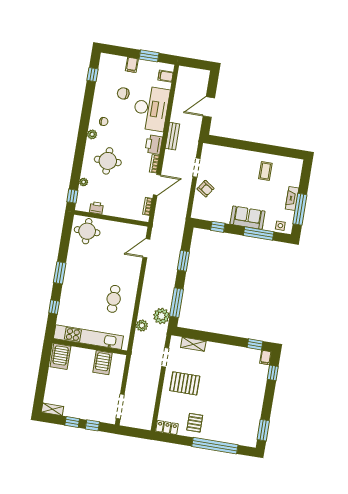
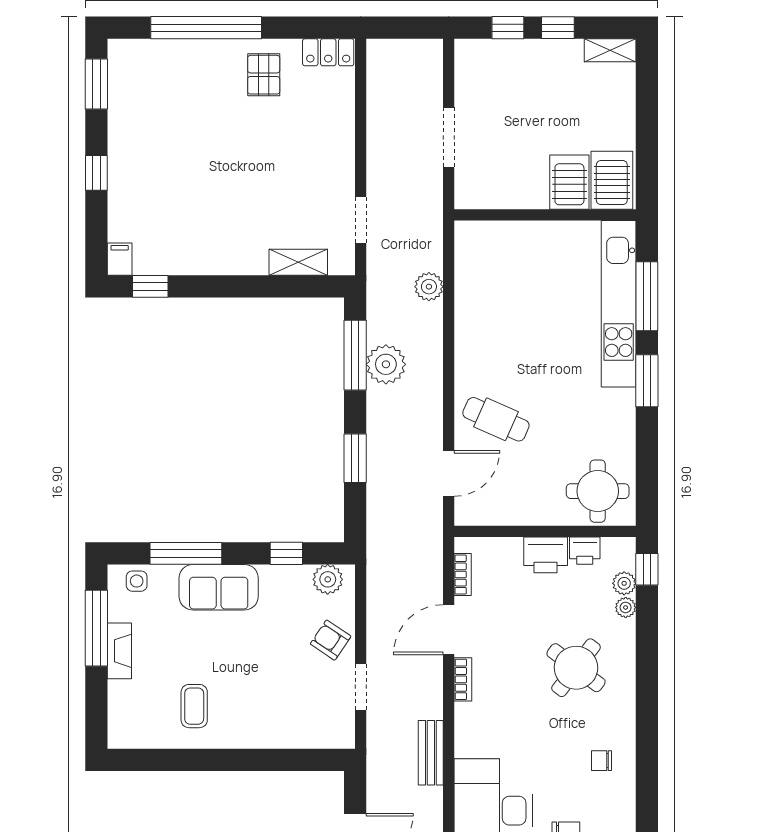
plant: (92, 134) -> (624, 583), moved
printer: (154, 145) -> (546, 555), moved, turned 90
round table: (108, 161) -> (576, 668), turned 37
plant: (203, 213) -> (328, 579), added
cafe table: (114, 299) -> (496, 419), moved, turned -66
window: (54, 307) -> (647, 296), width x2.17
plant: (161, 316) -> (386, 364), moved
kitchen unit: (88, 337) -> (619, 304), moved, turned 90
server rack: (103, 363) -> (569, 182), moved
window: (273, 373) -> (96, 173), moved
pallet: (185, 383) -> (303, 165), removed
doorway: (120, 407) -> (449, 137), moved

